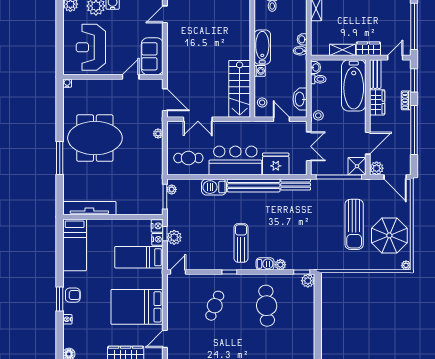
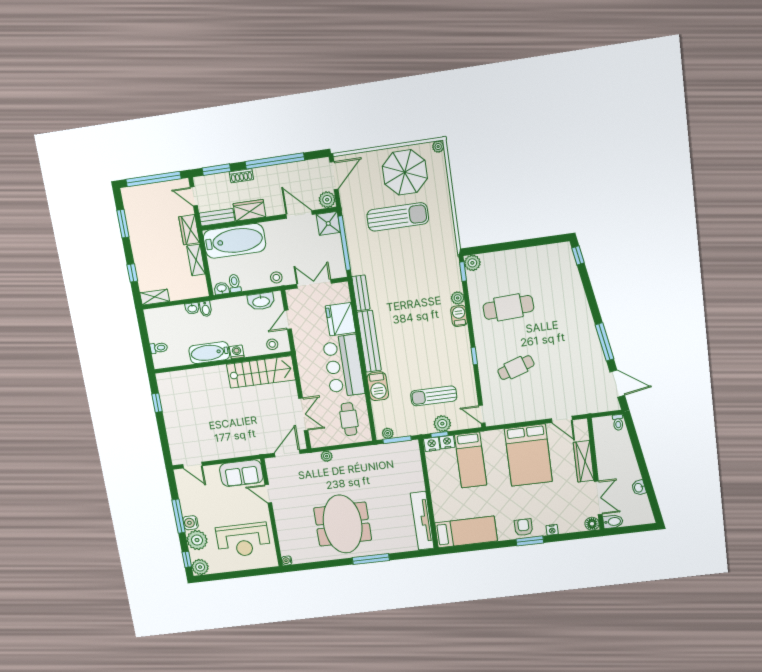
sun lounger: (241, 243) -> (434, 396), moved
cafe table: (215, 306) -> (516, 368), turned -39

